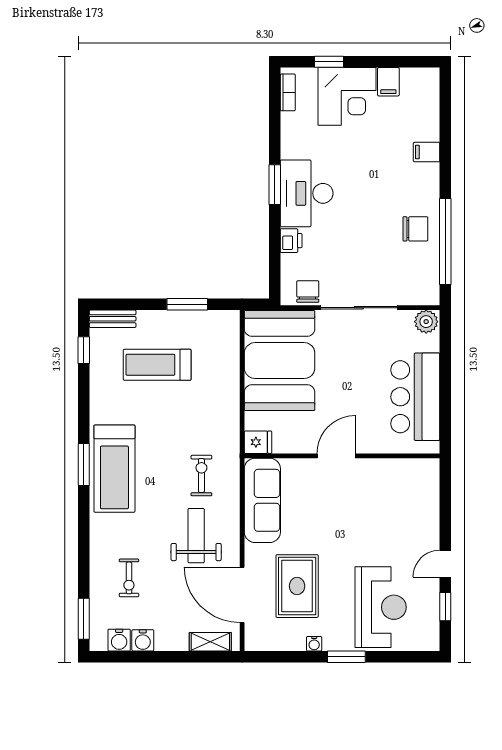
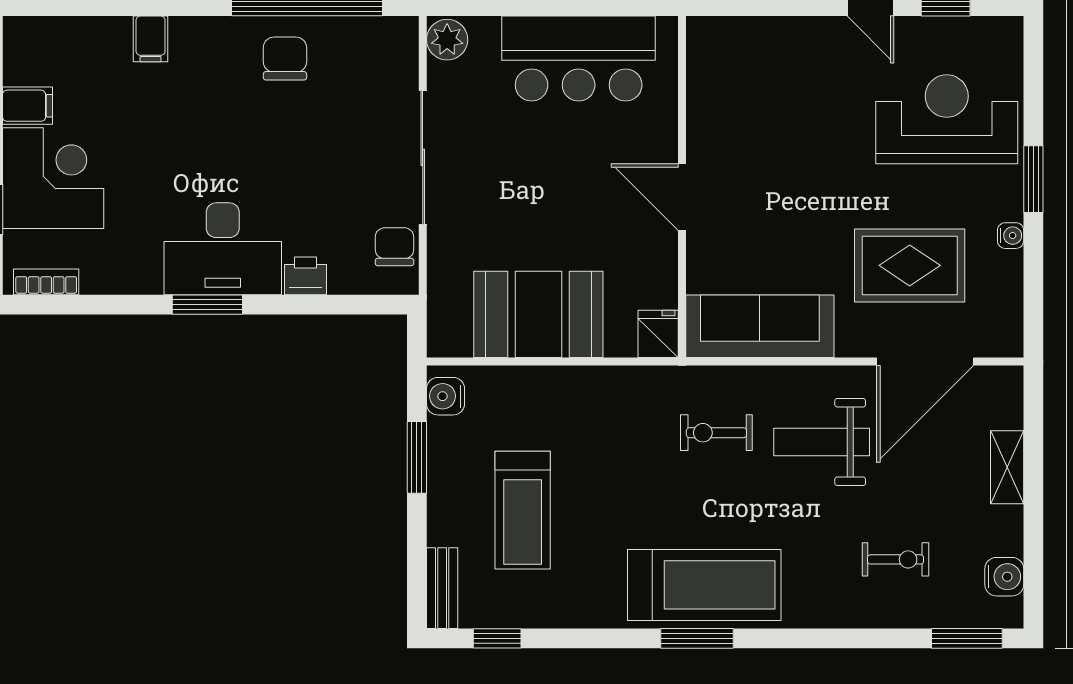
chair: (308, 292) -> (395, 247), turned 90
booth: (280, 361) -> (538, 314), width x0.73, depth x0.70
water cooler: (143, 640) -> (446, 396), moved, turned 180
shelving: (210, 642) -> (1007, 467), moved

